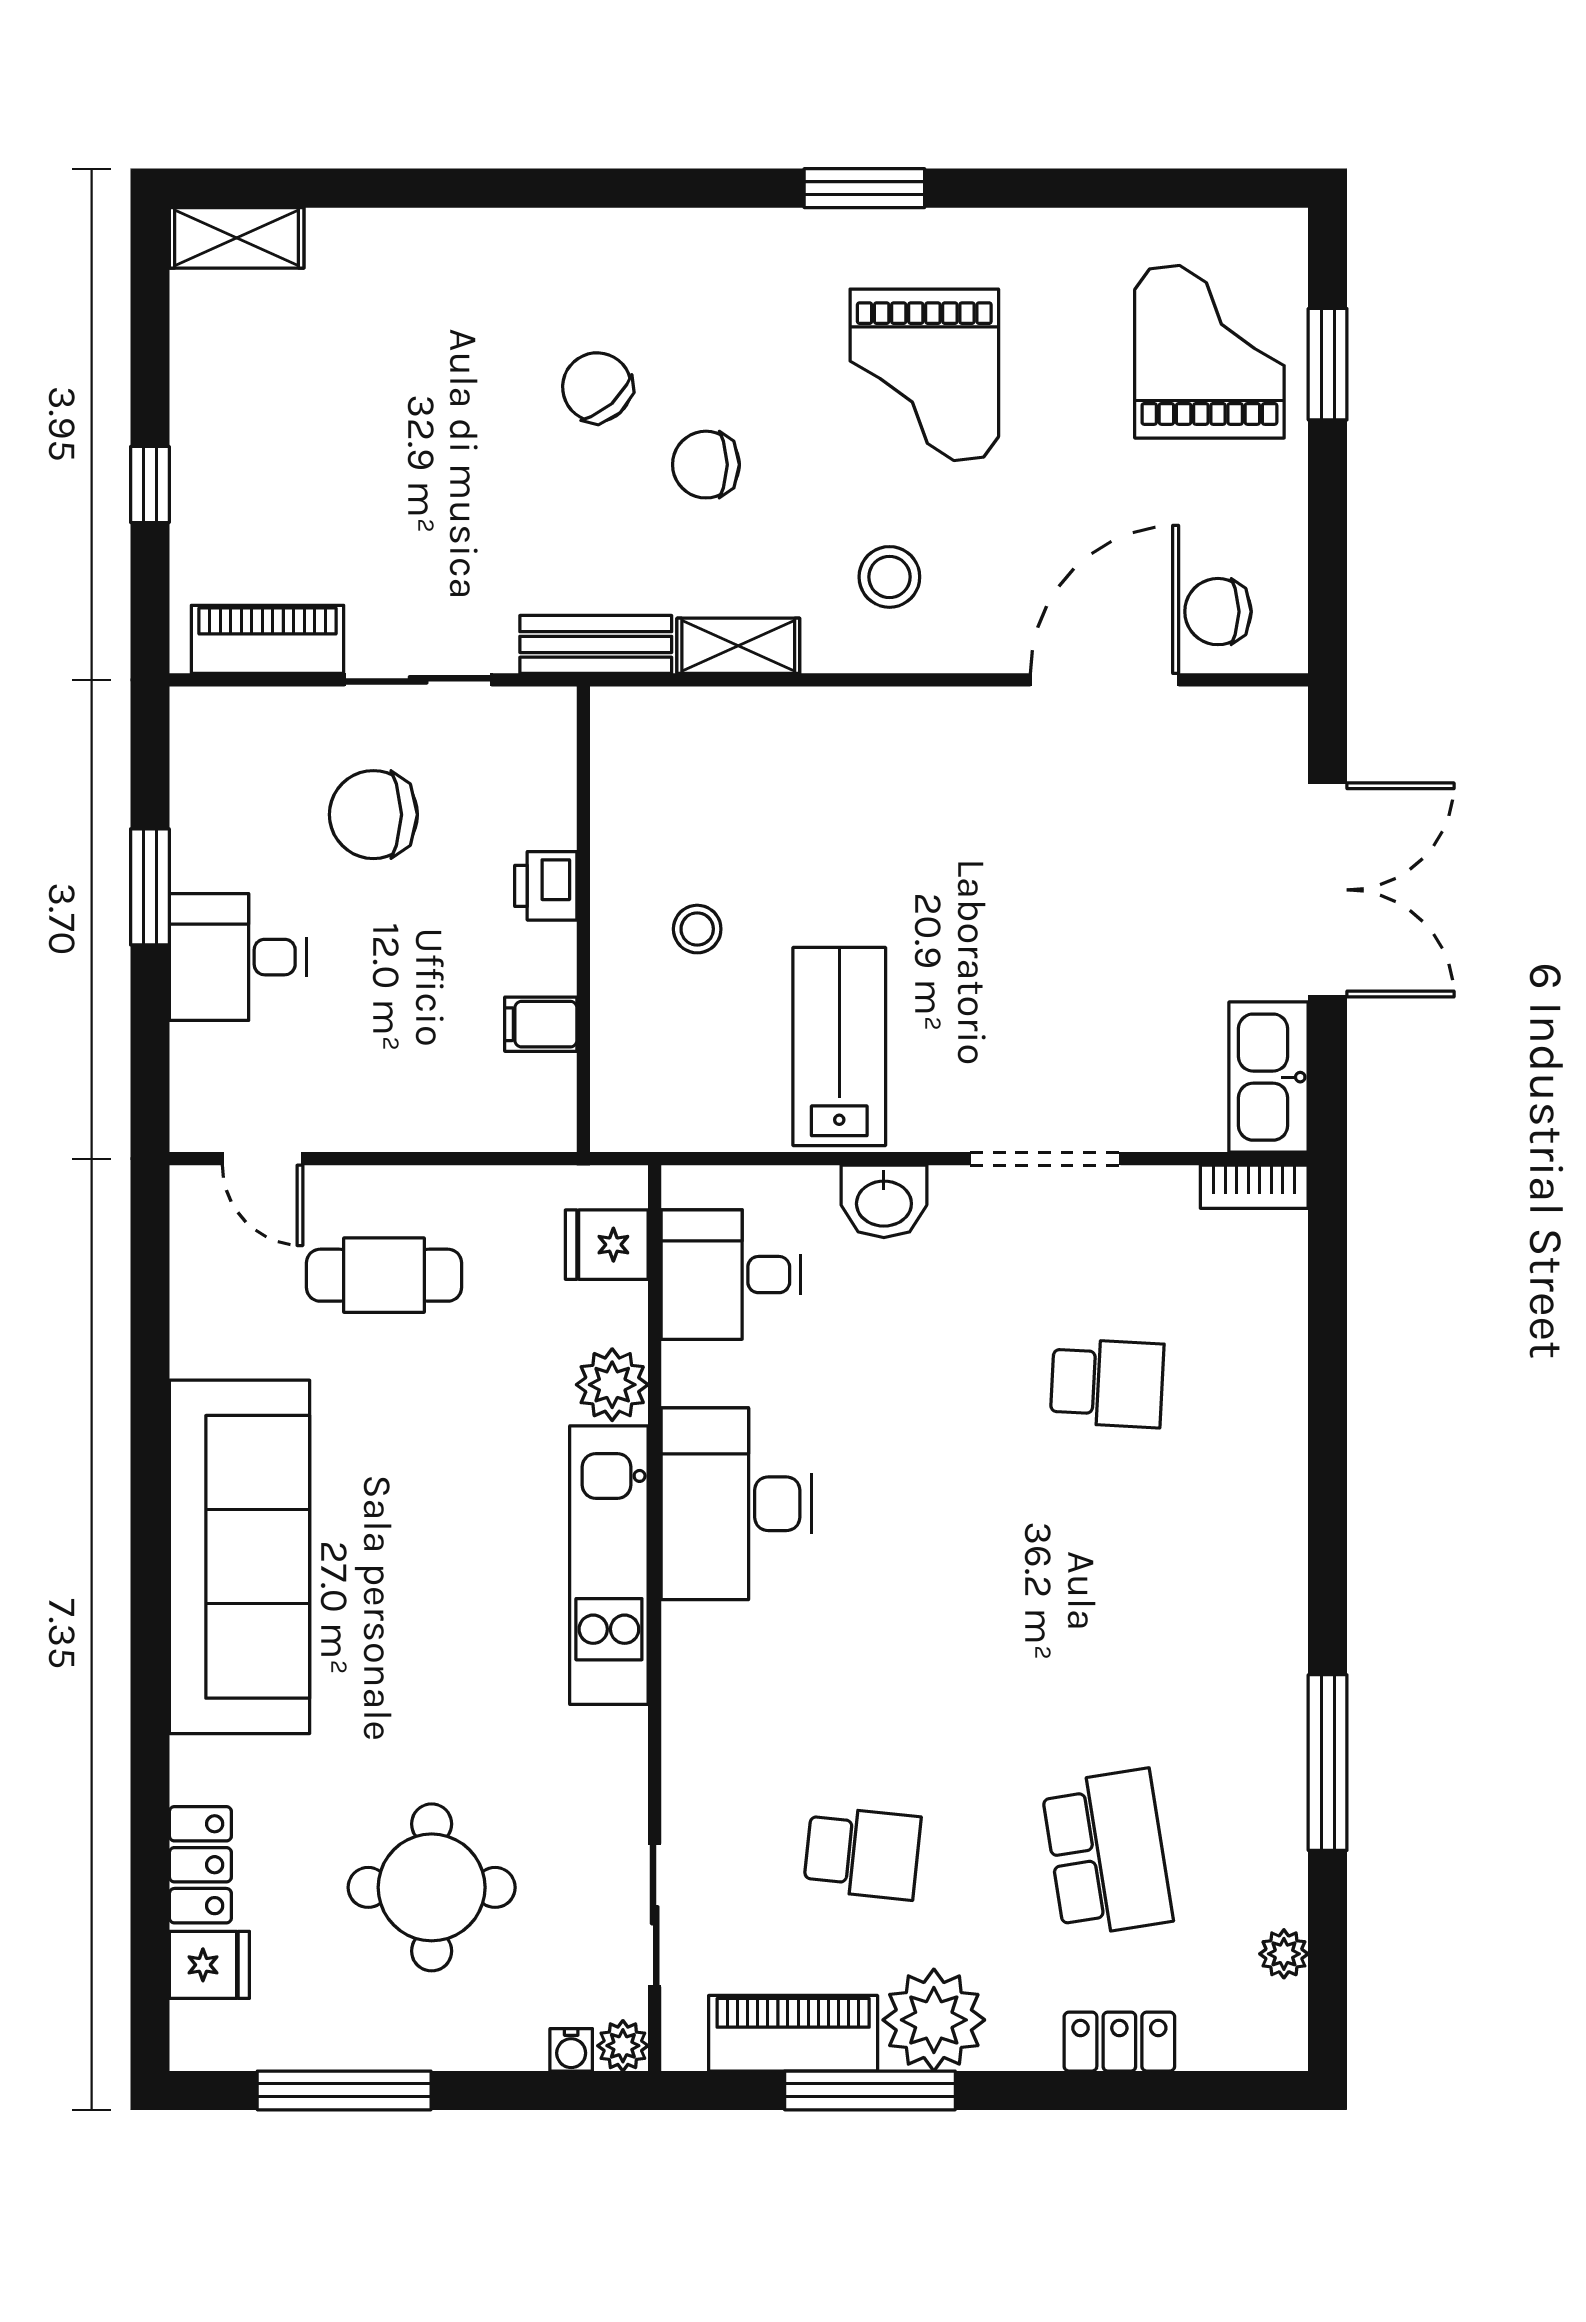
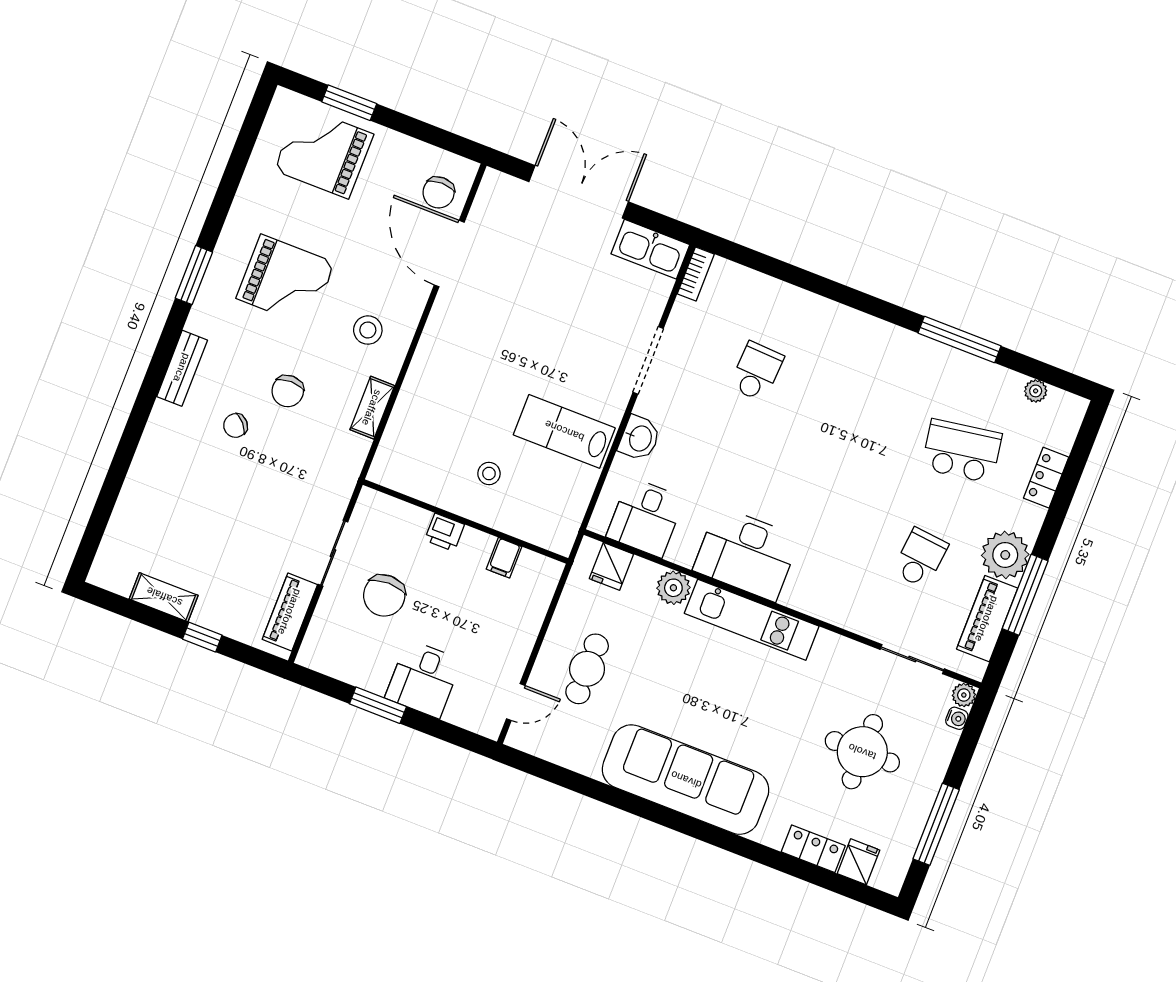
shelving: (237, 238) -> (164, 597), moved, turned 90
chair: (597, 387) -> (236, 425), width x0.73, depth x0.73
bench: (596, 644) -> (182, 368), moved

